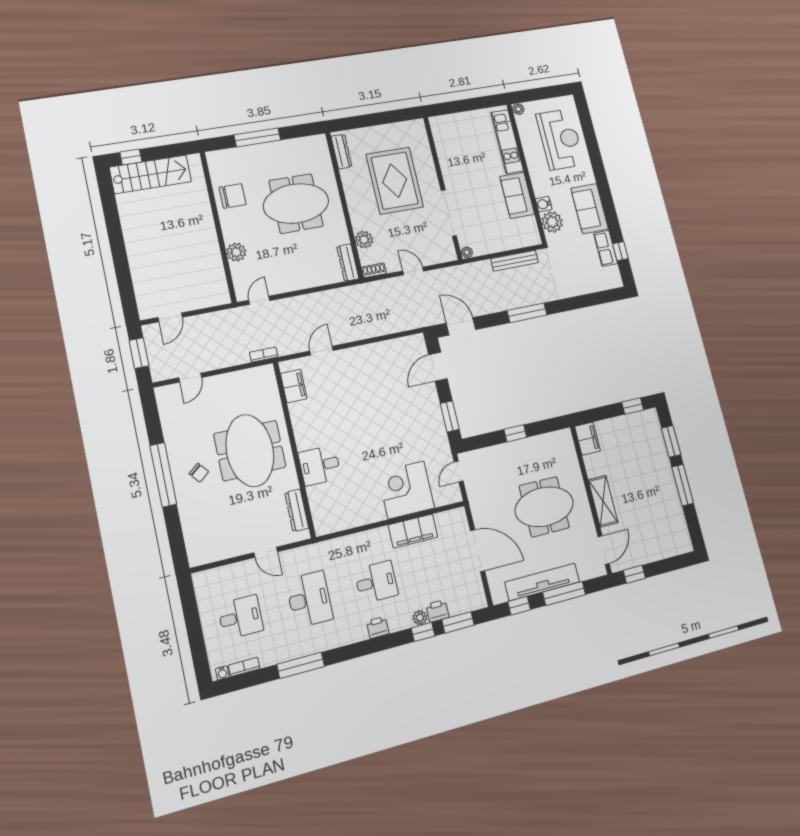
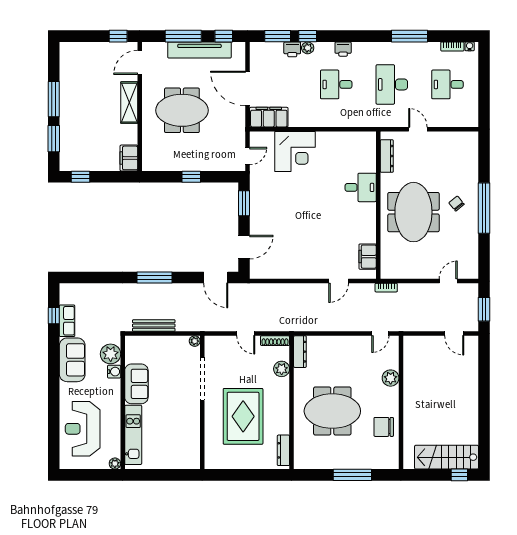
shoe rack: (374, 270) -> (275, 341), width x1.43
door: (170, 317) -> (454, 334), swing flipped
filing cabinet: (413, 531) -> (269, 117), moved

